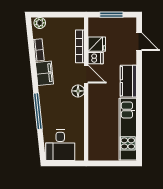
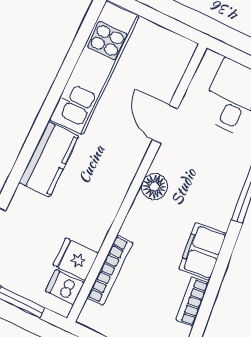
dishwasher: (96, 58) -> (65, 287), moved
door: (86, 74) -> (165, 124), moved

